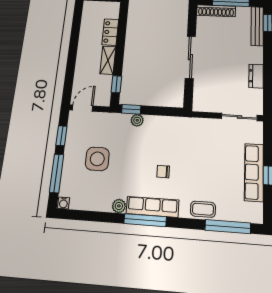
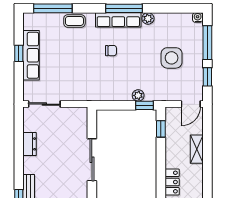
shelving: (108, 60) -> (197, 149), moved

